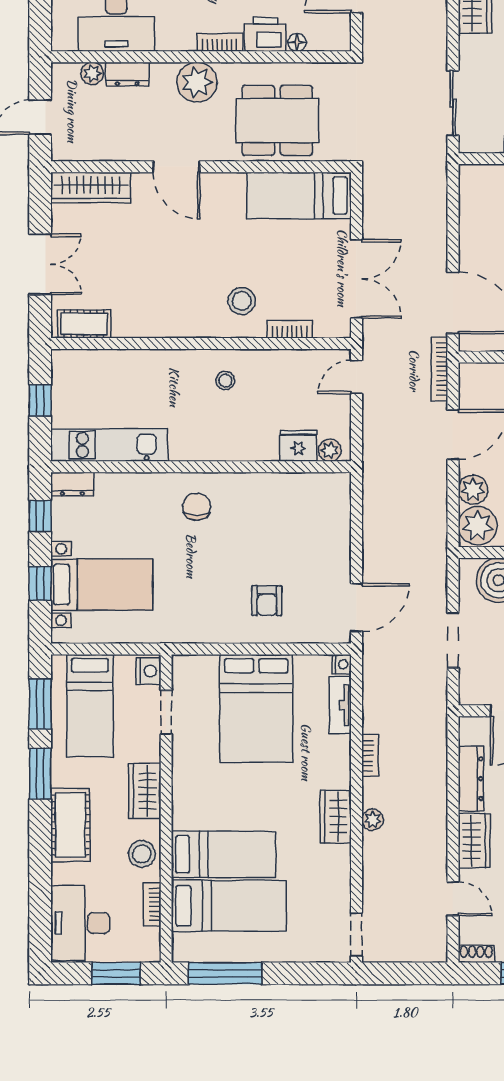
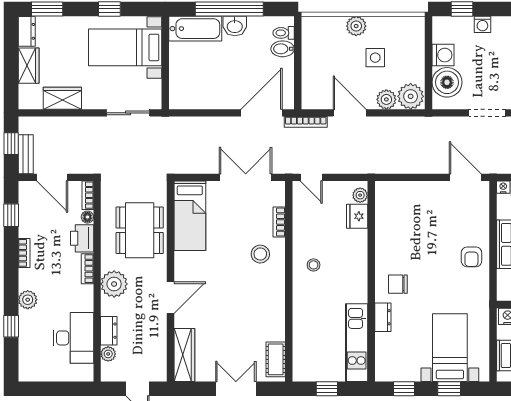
bookcase: (330, 43) -> (88, 195), added
dresser: (72, 484) -> (383, 317), moved
armchair: (267, 601) -> (471, 257), moved, turned 90

